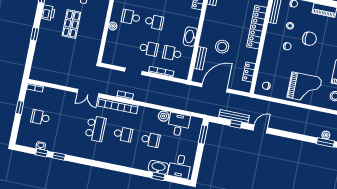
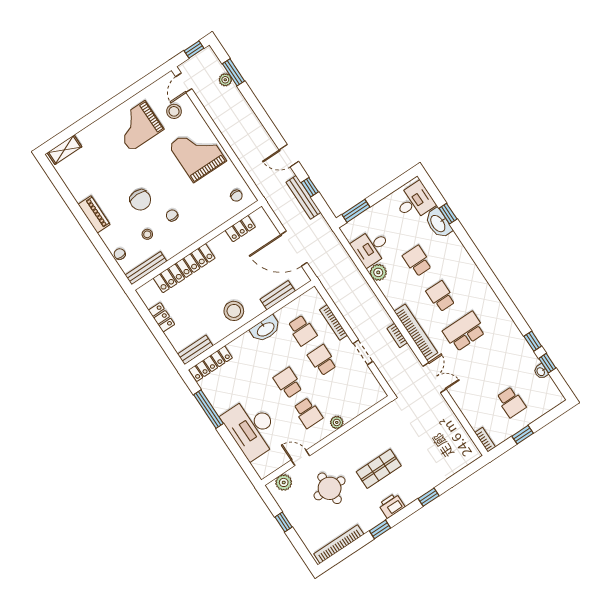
chair: (309, 39) -> (140, 200), turned 180
stool: (222, 47) -> (234, 311), moved

